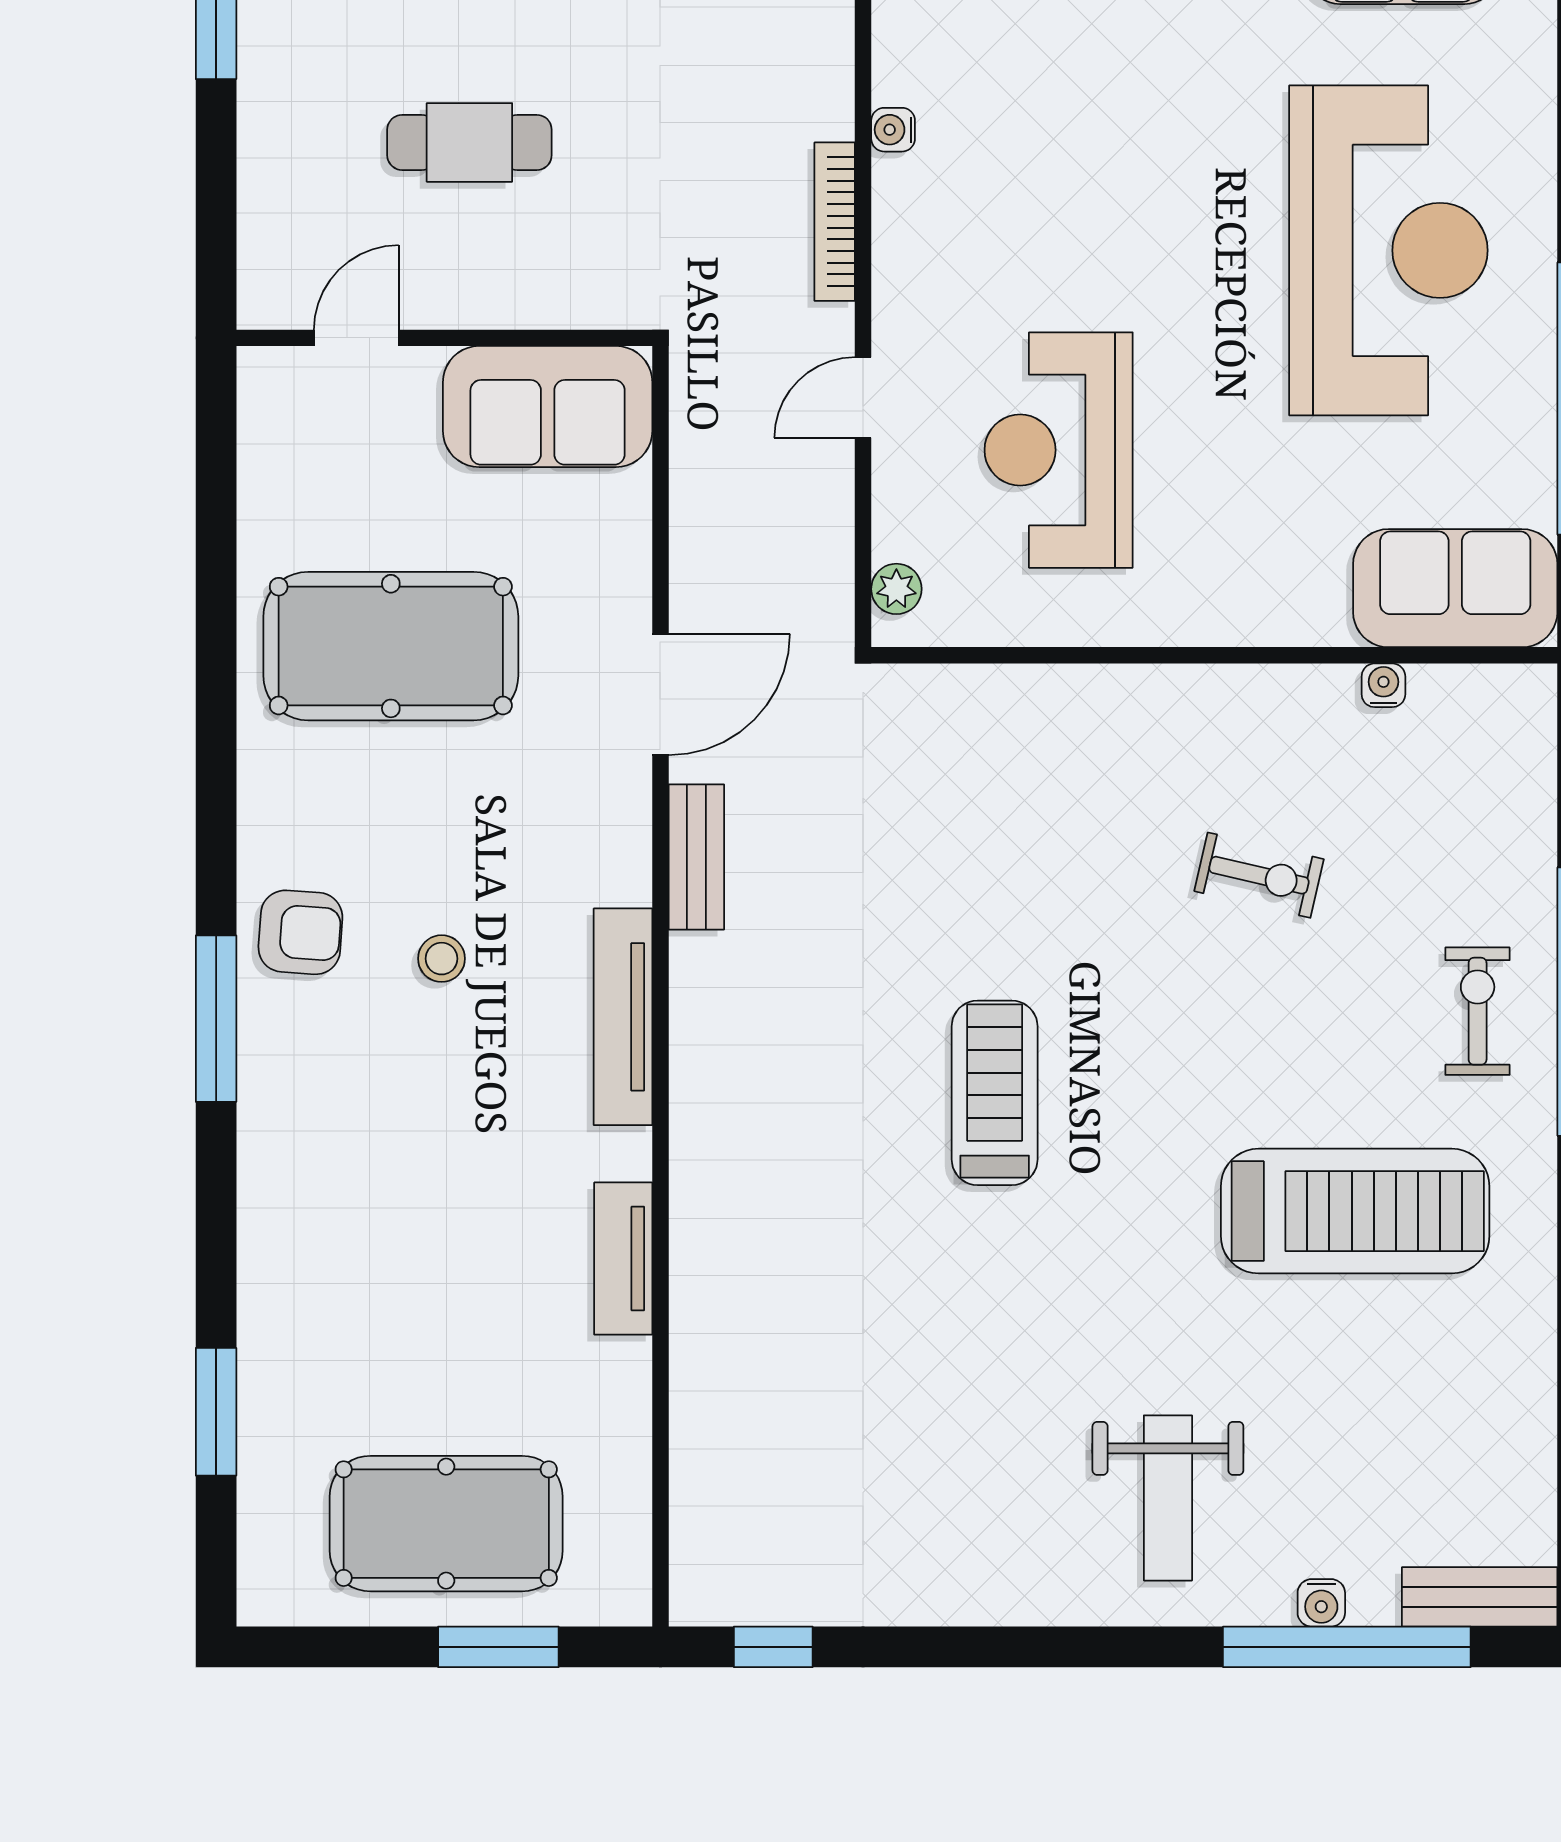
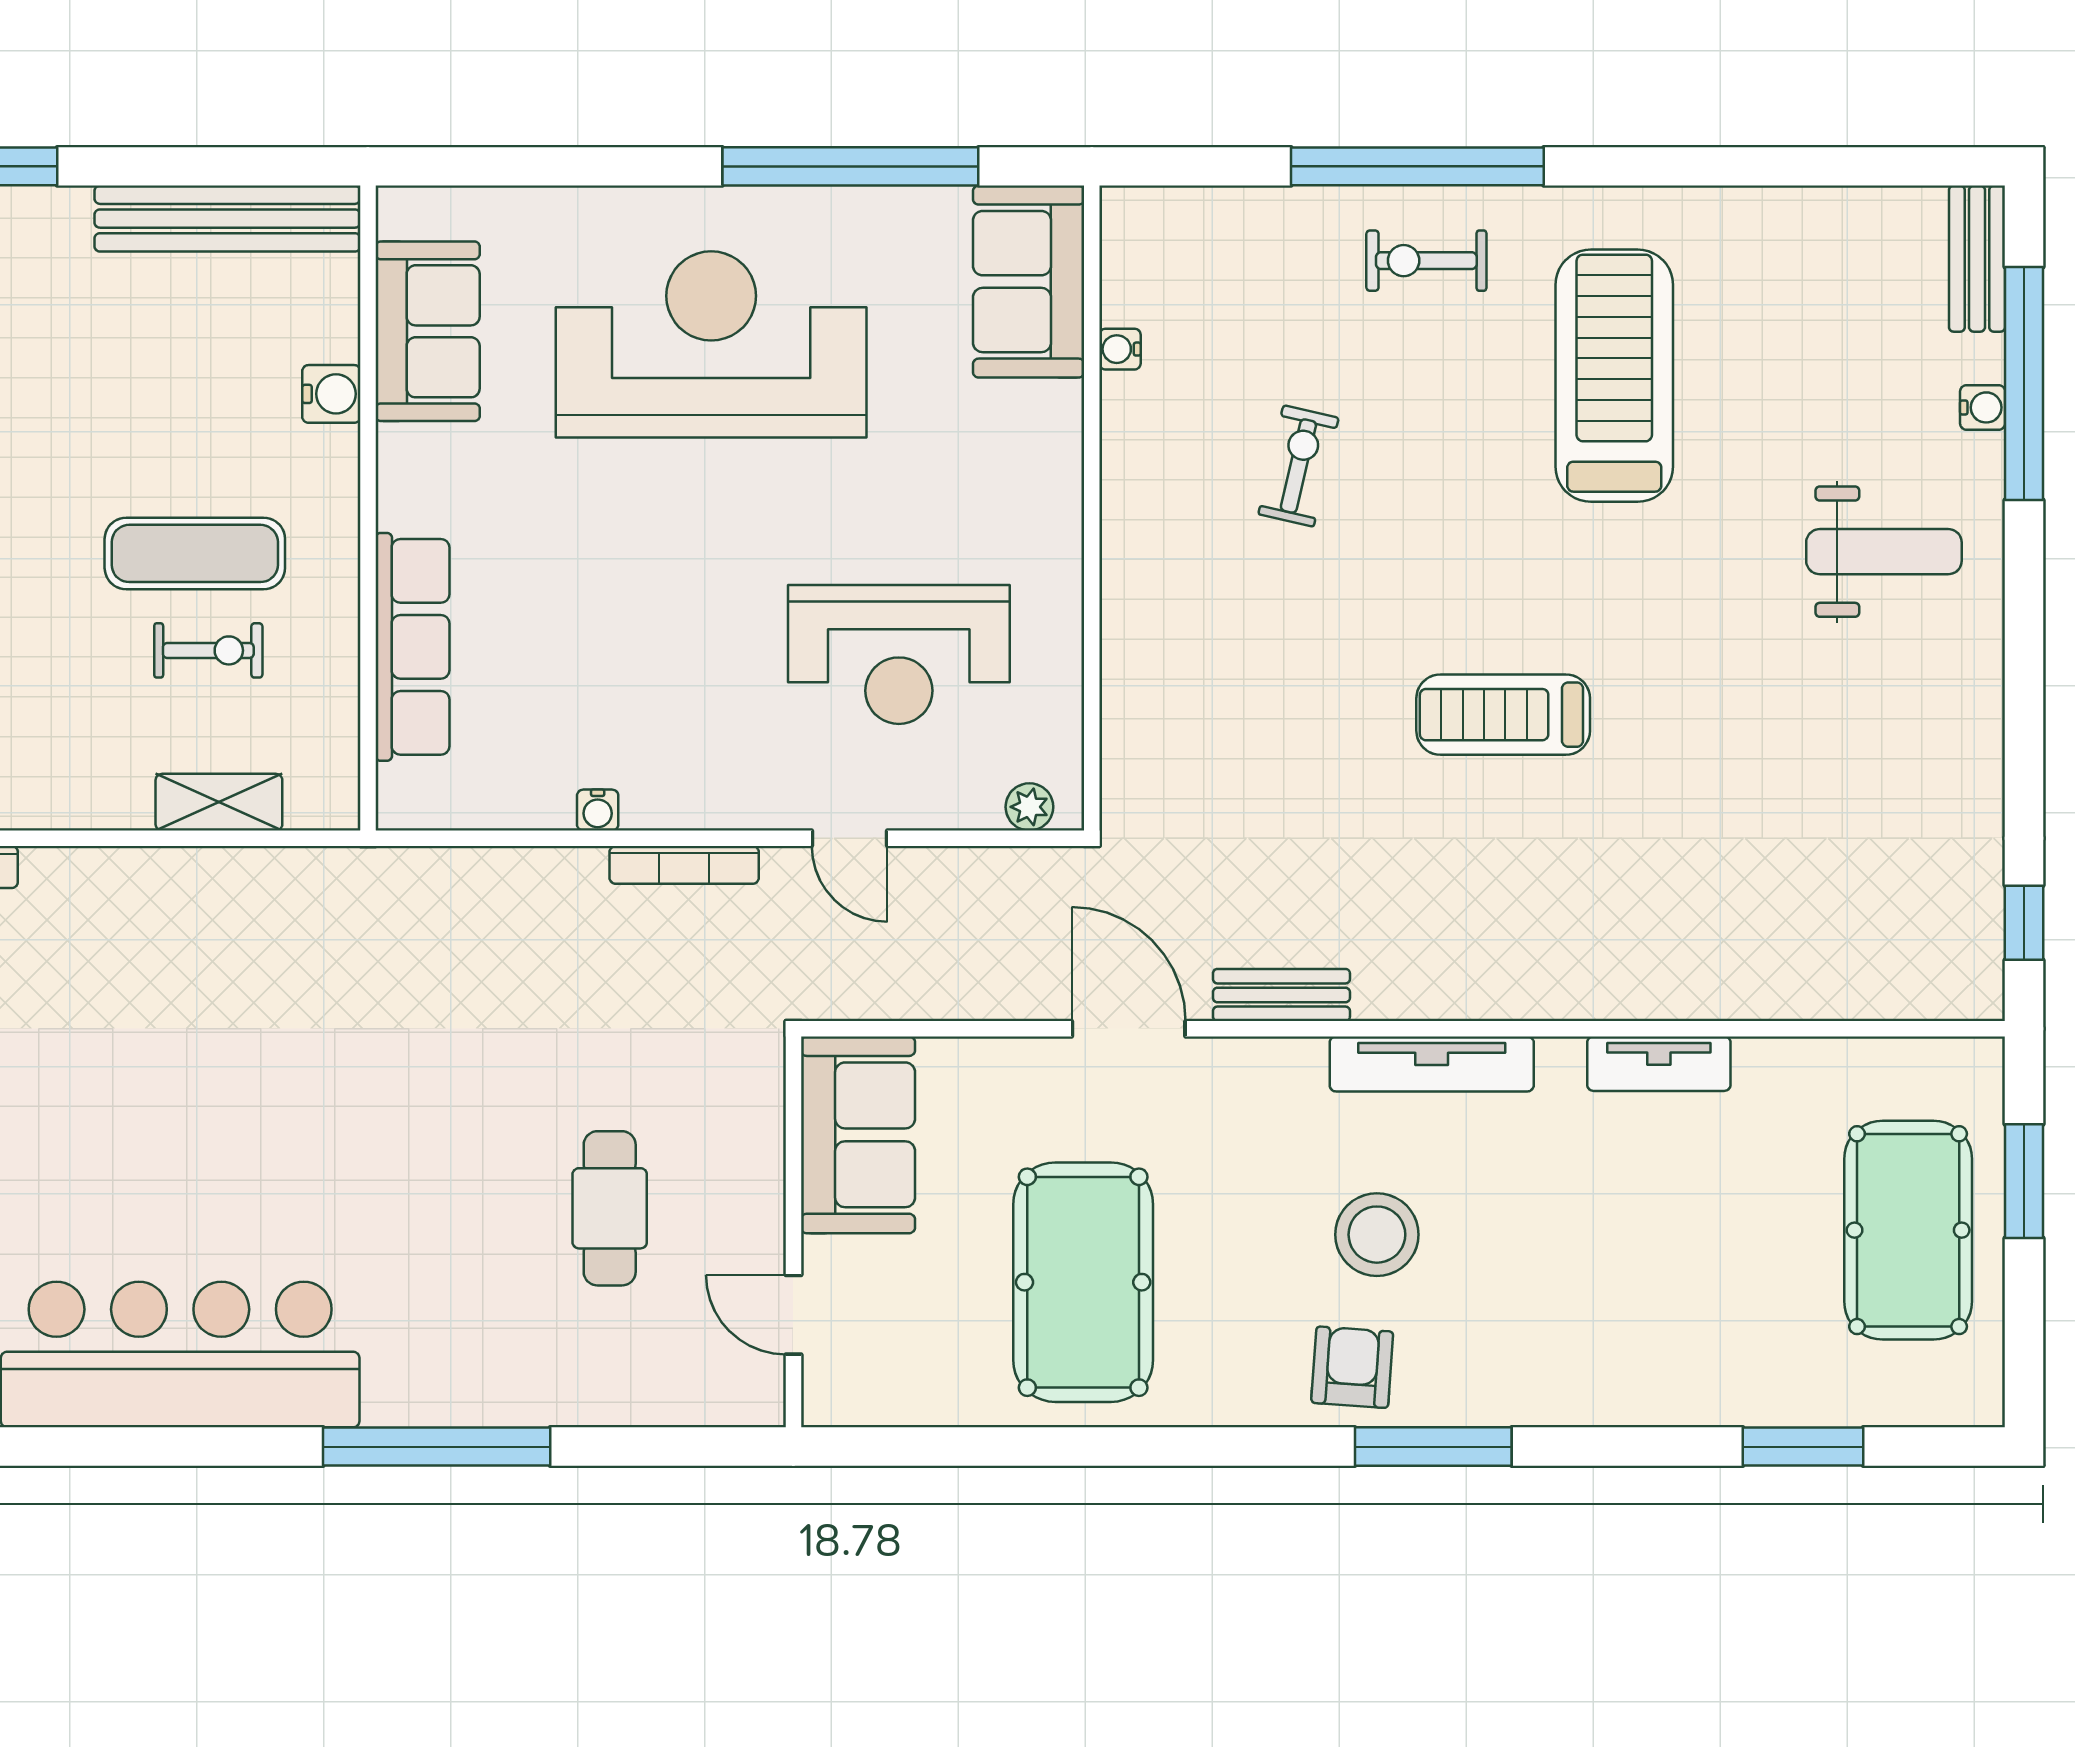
stool: (442, 959) -> (1377, 1235), width x1.89, depth x1.89

